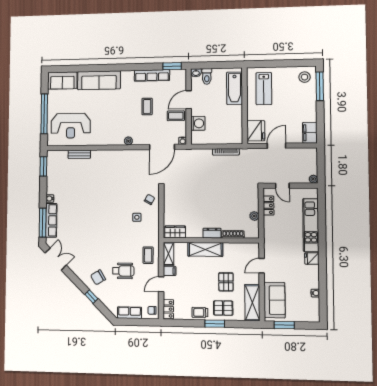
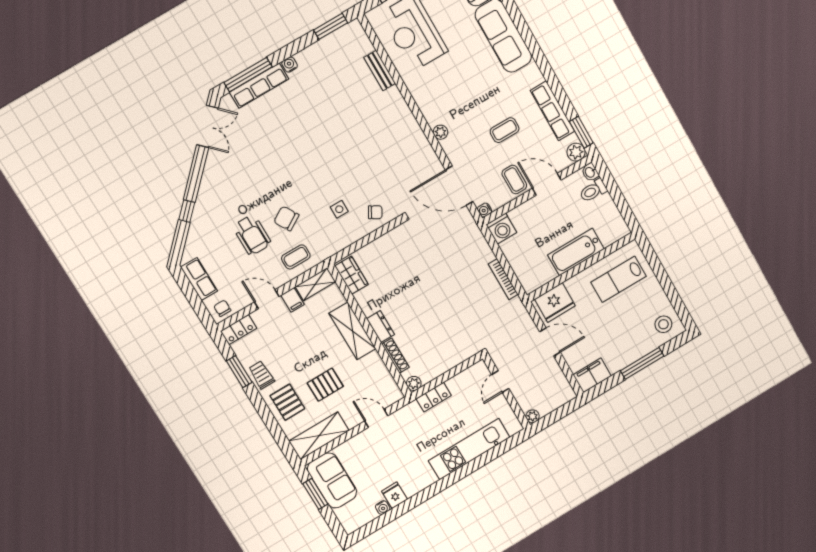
plant: (181, 75) -> (576, 152), added
window: (320, 86) -> (642, 363), moved
bathtub: (235, 88) -> (576, 252), moved
washing machine: (198, 123) -> (501, 229), moved
locker: (269, 206) -> (434, 397), moved
plant: (254, 216) -> (414, 383), moved
fridge: (312, 258) -> (394, 495), moved
chair: (98, 277) -> (286, 218), moved
sofa: (275, 300) -> (332, 480), moved, turned -90
window: (215, 324) -> (239, 372), moved

